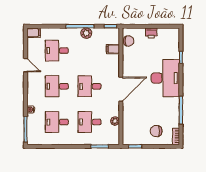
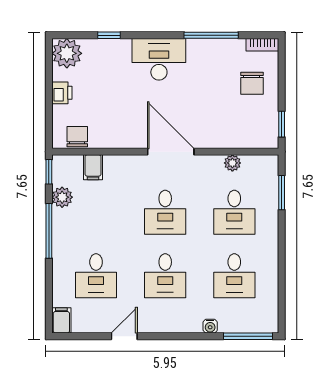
plant: (86, 33) -> (62, 197), moved
plant: (172, 36) -> (67, 53), added
desk: (165, 78) -> (159, 59), width x0.73, depth x0.77

